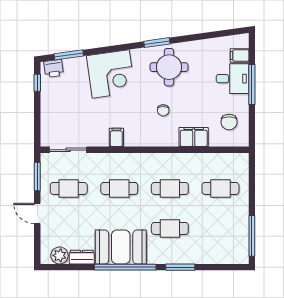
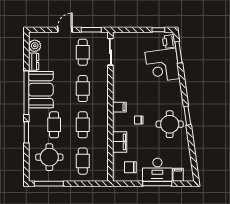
corner desk: (111, 74) -> (162, 65), moved
desk: (233, 79) -> (157, 170), width x1.37
filing cabinet: (116, 137) -> (119, 107), moved
round table: (215, 235) -> (49, 157), added

